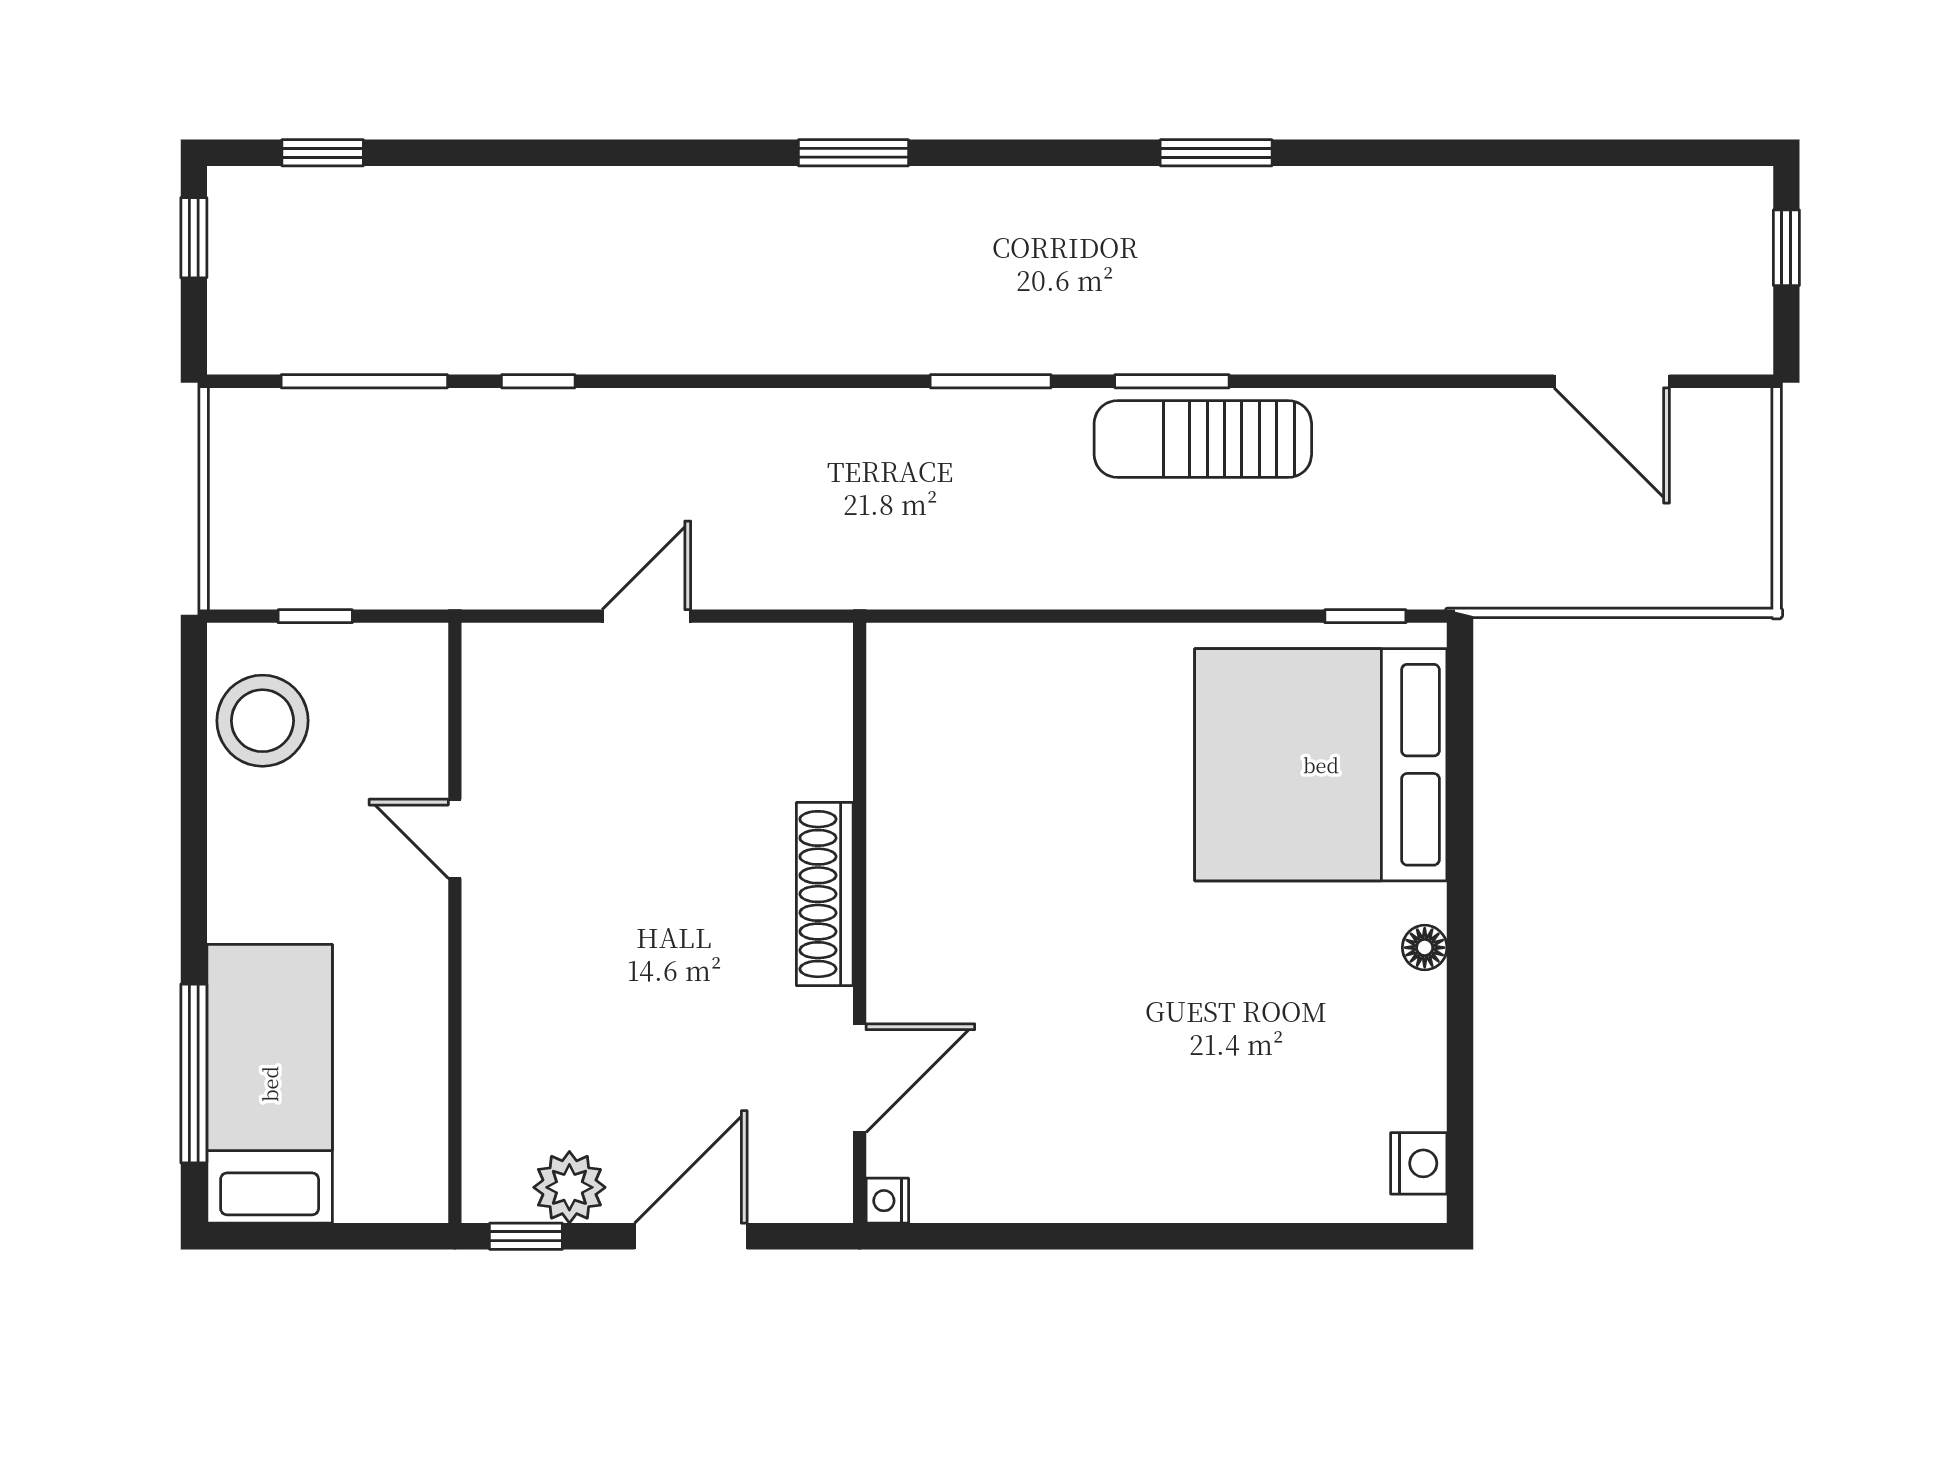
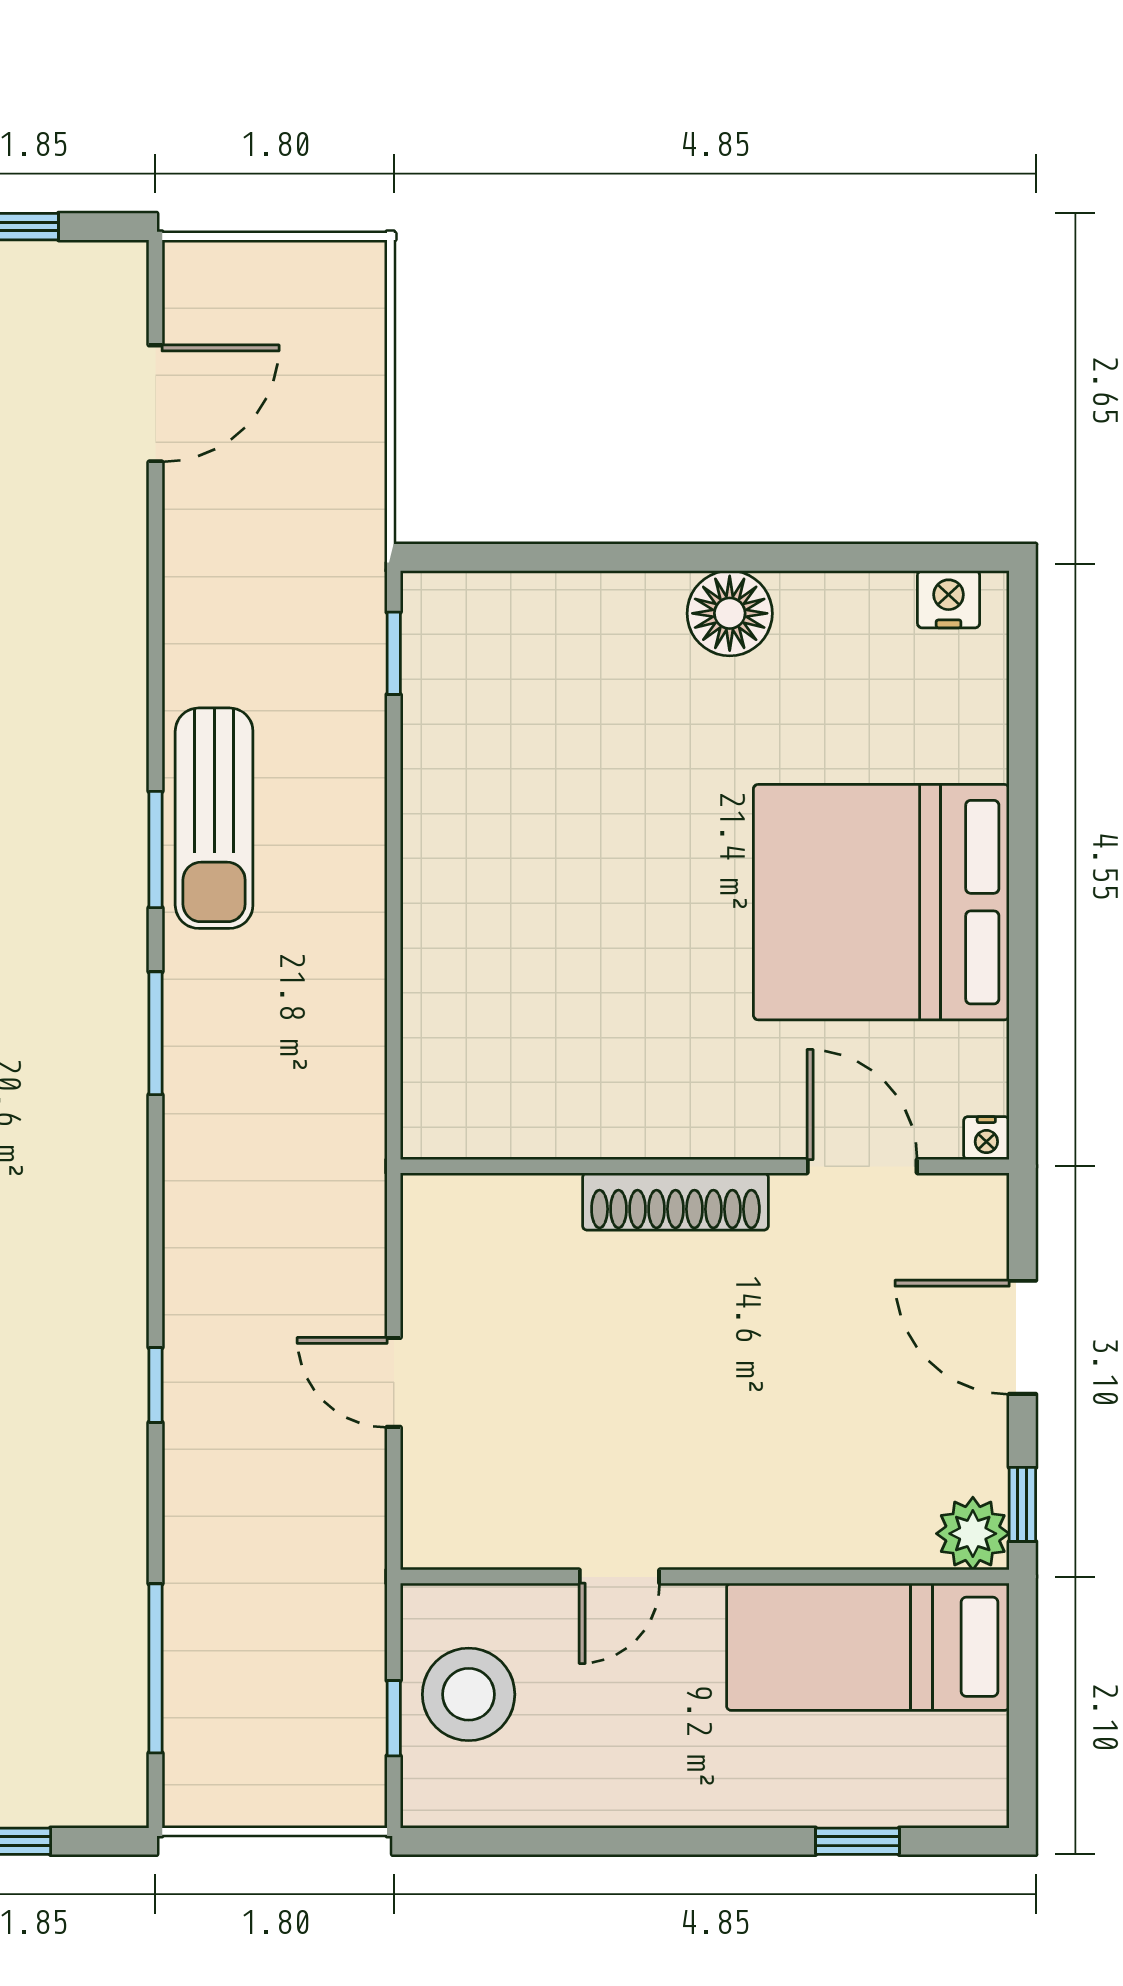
window: (538, 381) -> (155, 1385), moved
stool: (262, 721) -> (469, 1694), moved
bed: (1321, 765) -> (881, 902), moved, turned 90
floor lamp: (1425, 948) -> (730, 613), width x1.89, depth x1.89
window: (194, 1073) -> (857, 1841), width x0.46
bed: (270, 1084) -> (868, 1647), moved
plant: (569, 1187) -> (973, 1534), moved

